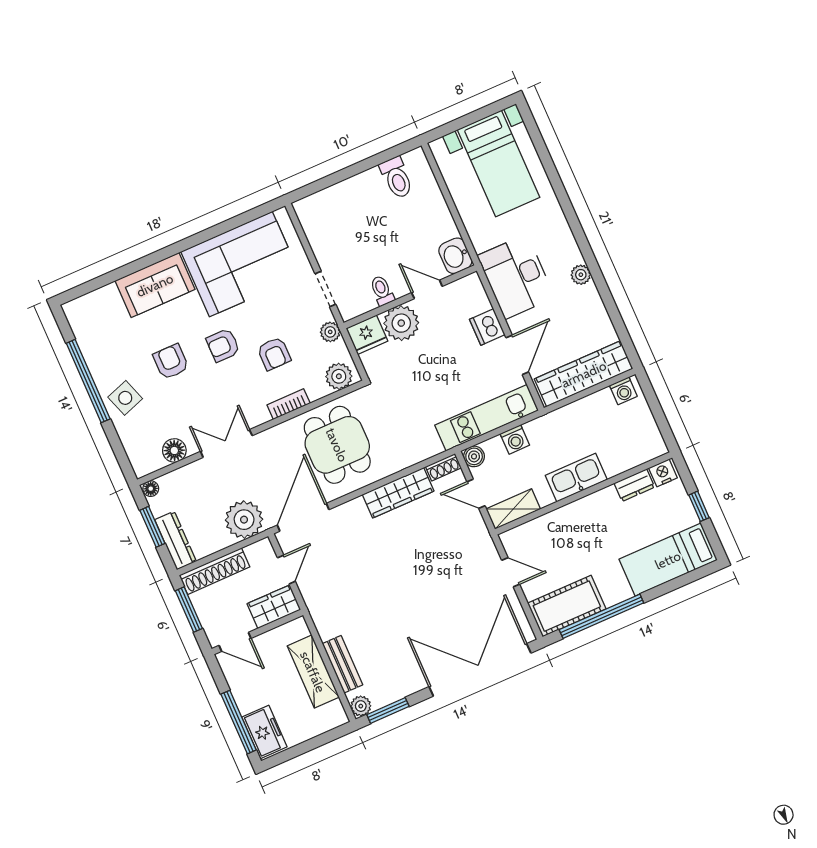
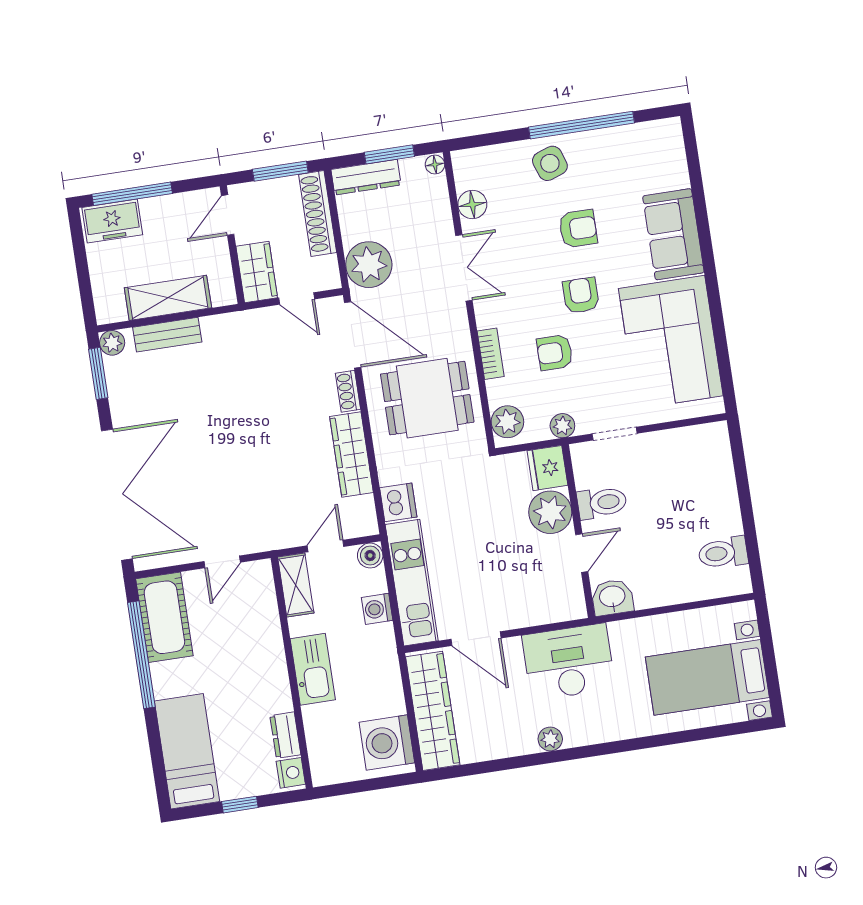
toilet: (382, 291) -> (602, 503), width x1.37, depth x1.39
dishwasher: (487, 327) -> (398, 502), moved, turned 90
washing machine: (623, 391) -> (387, 743), width x1.89, depth x1.89
shoe rack: (443, 467) -> (348, 391), moved

